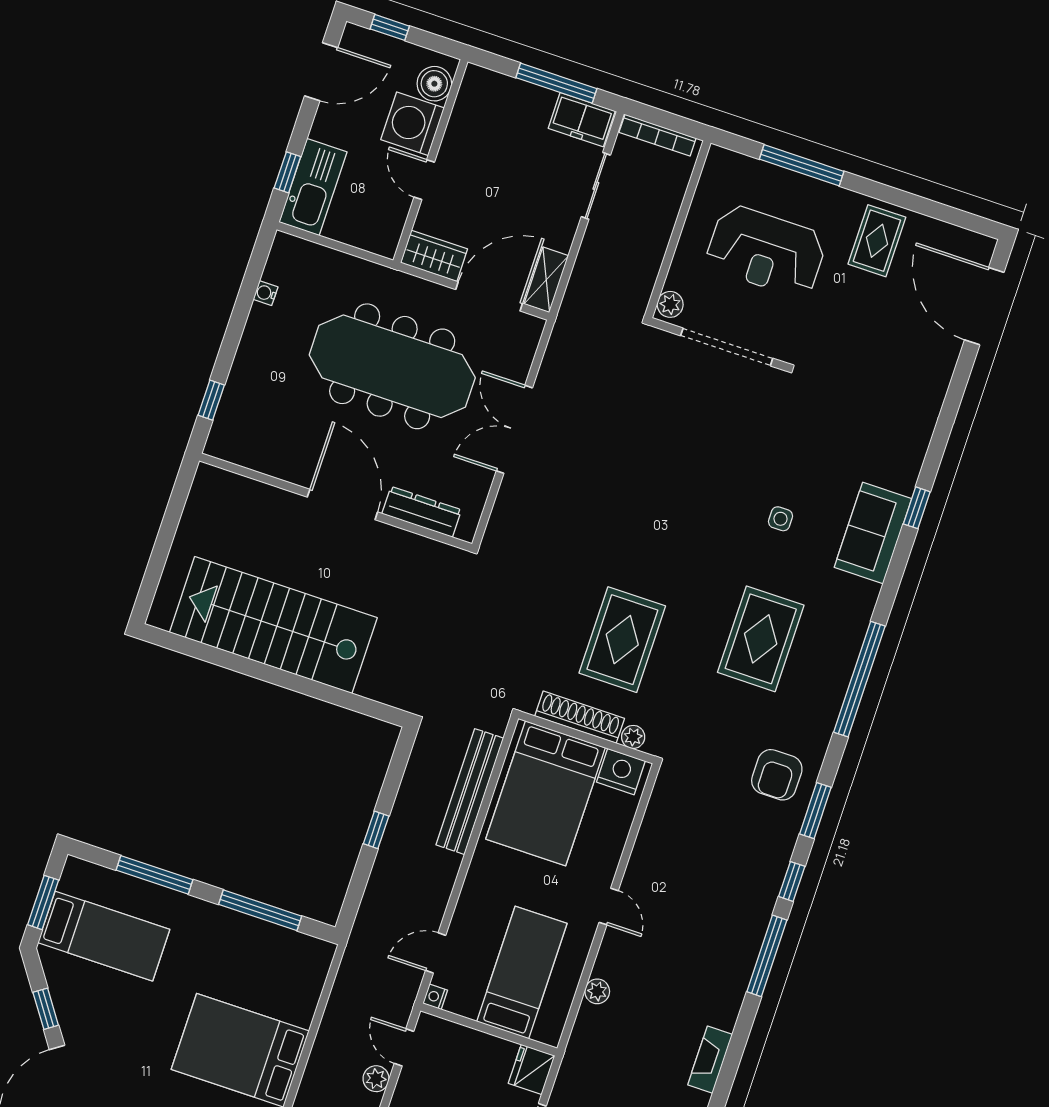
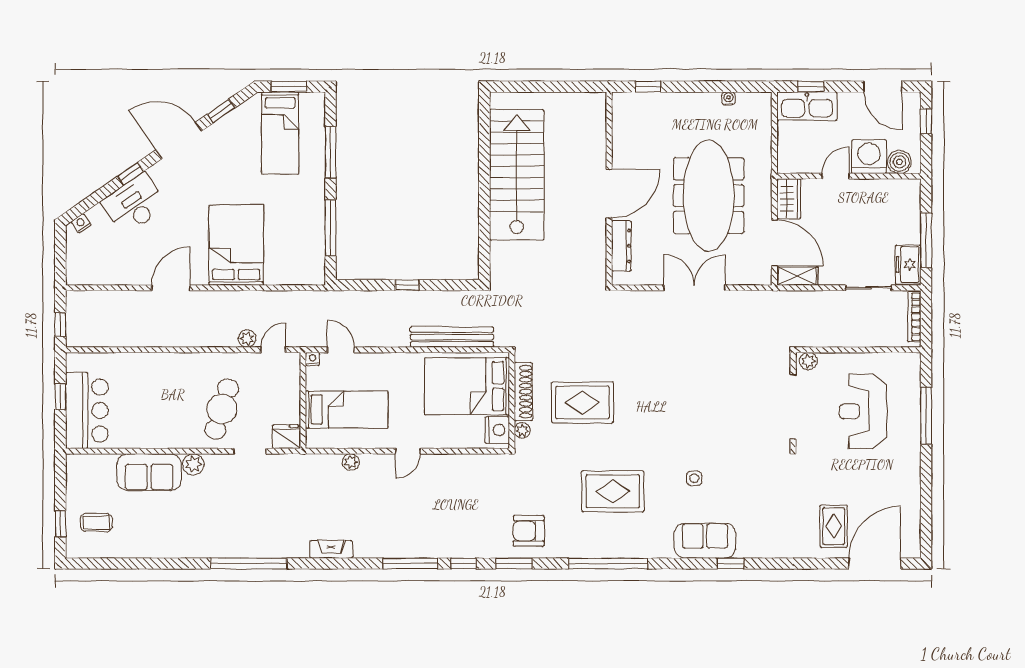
rug: (877, 241) -> (834, 526), moved, turned 90

